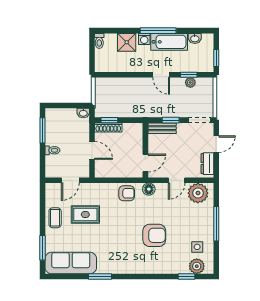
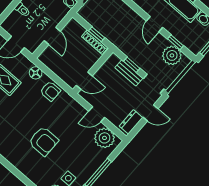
plant: (190, 82) -> (172, 55), width x1.88, depth x1.88
window: (109, 120) -> (97, 34), moved
shoe rack: (108, 127) -> (95, 42), moved
bench: (162, 128) -> (129, 73), moved
floor lamp: (149, 189) -> (36, 73), moved

